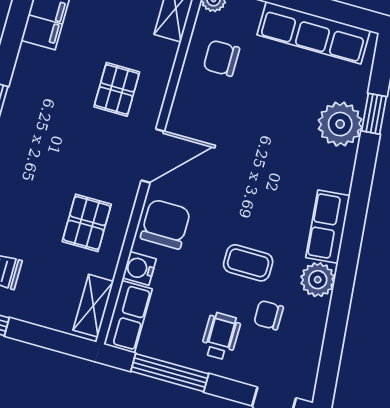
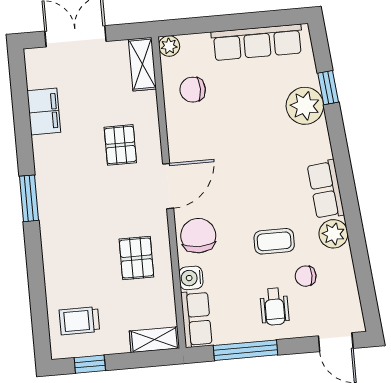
shelving: (93, 306) -> (154, 340), moved, turned 90
wheelchair: (221, 336) -> (274, 307), turned 180

